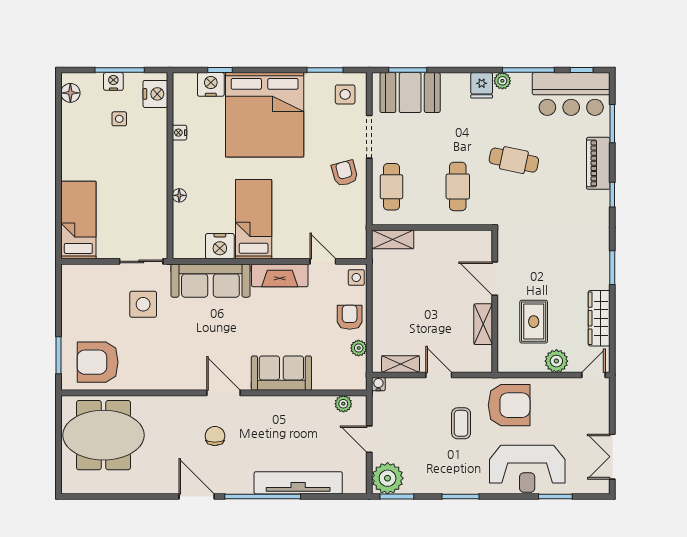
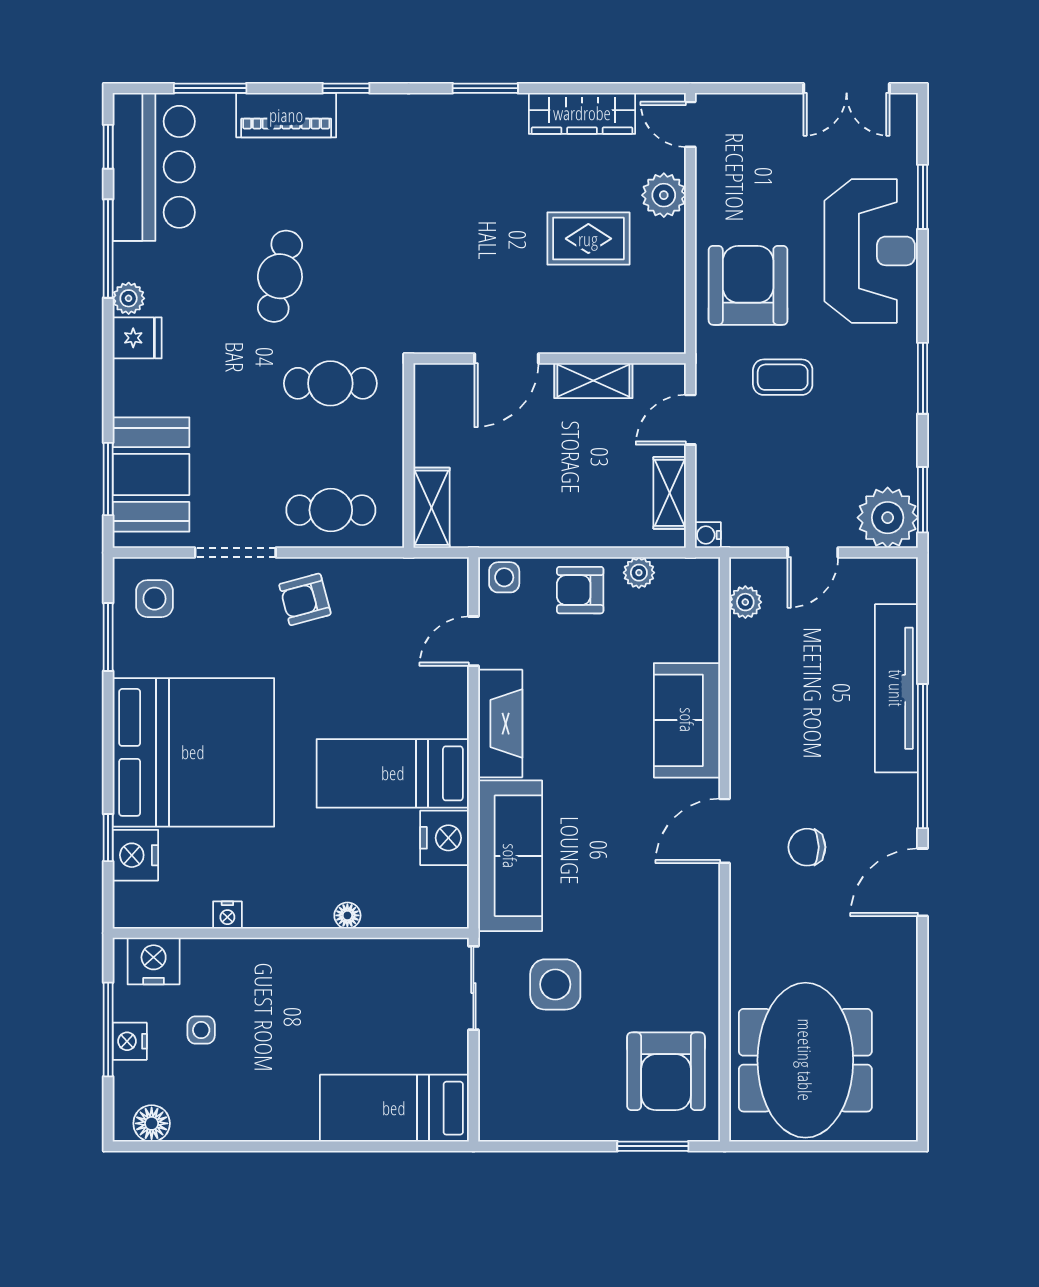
door: (495, 279) -> (506, 358), moved
wall: (495, 301) -> (550, 358), moved
shelving: (483, 324) -> (593, 381), moved

